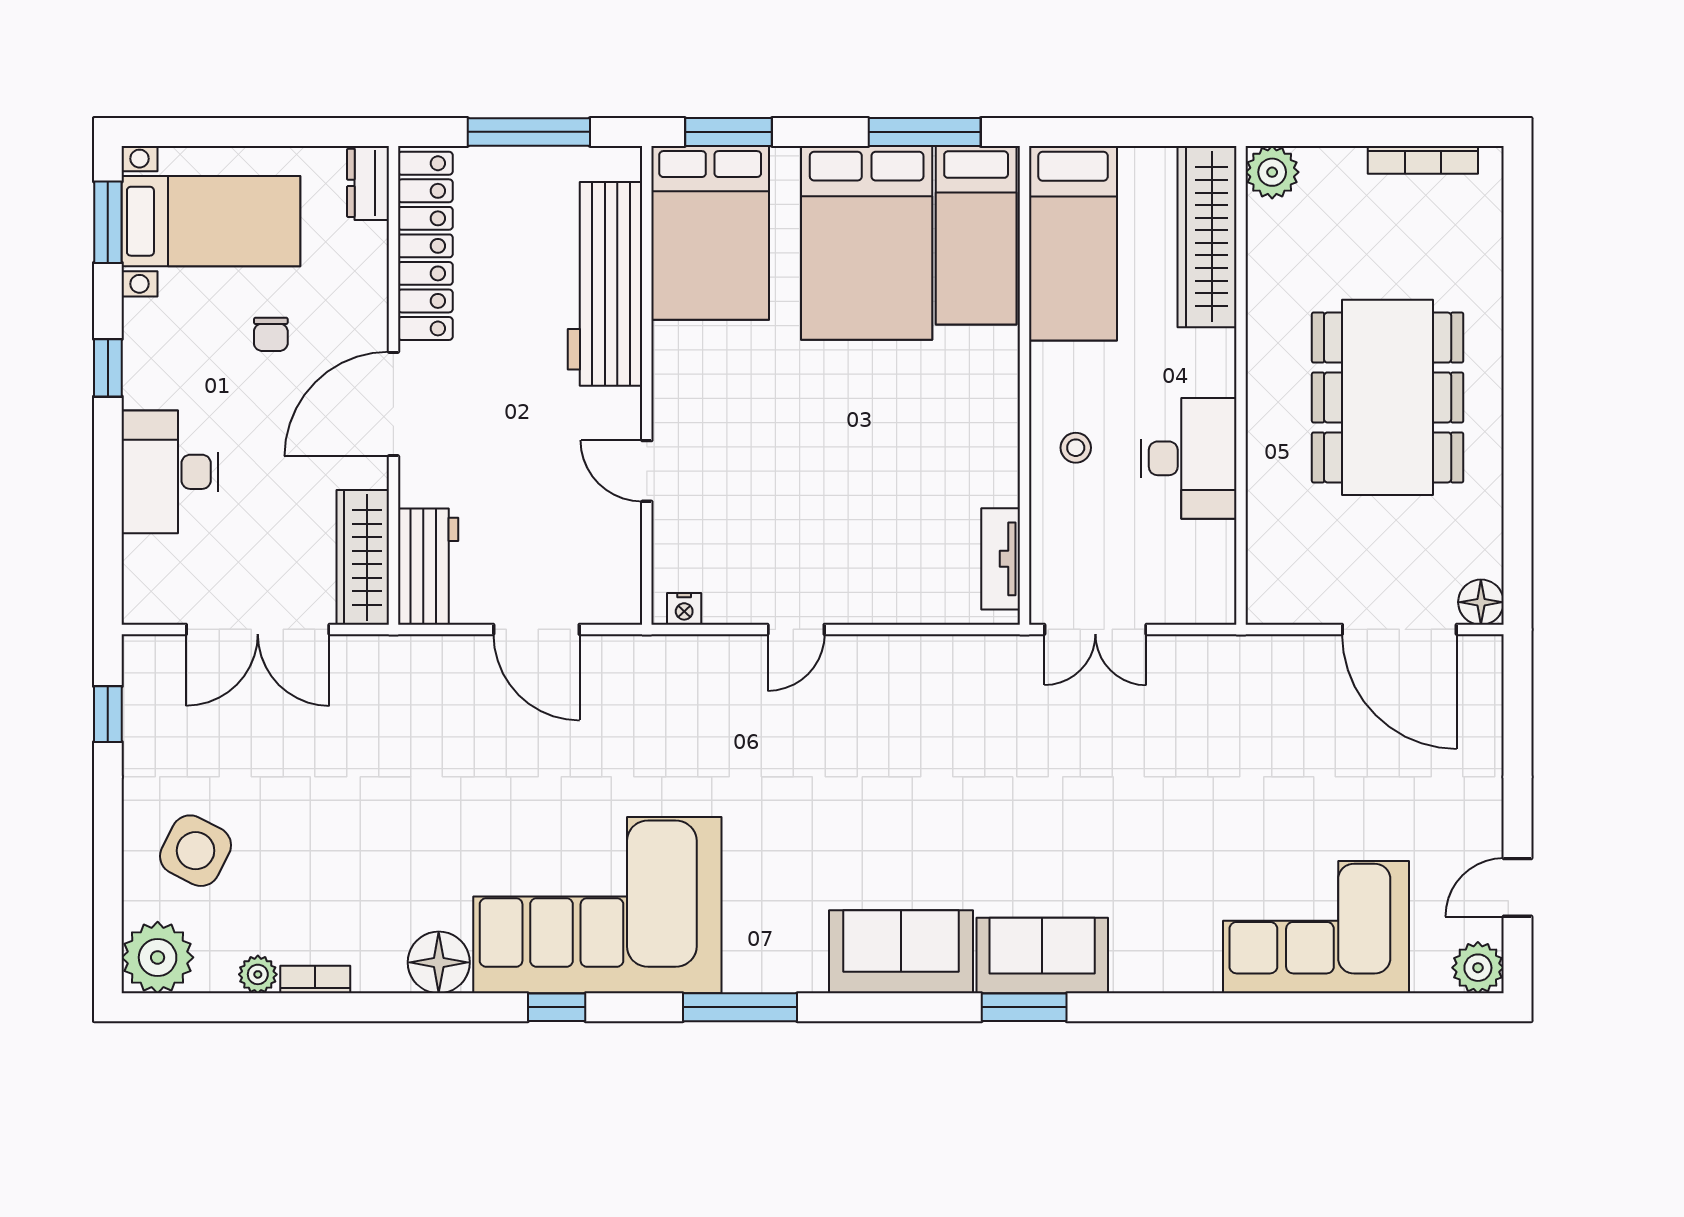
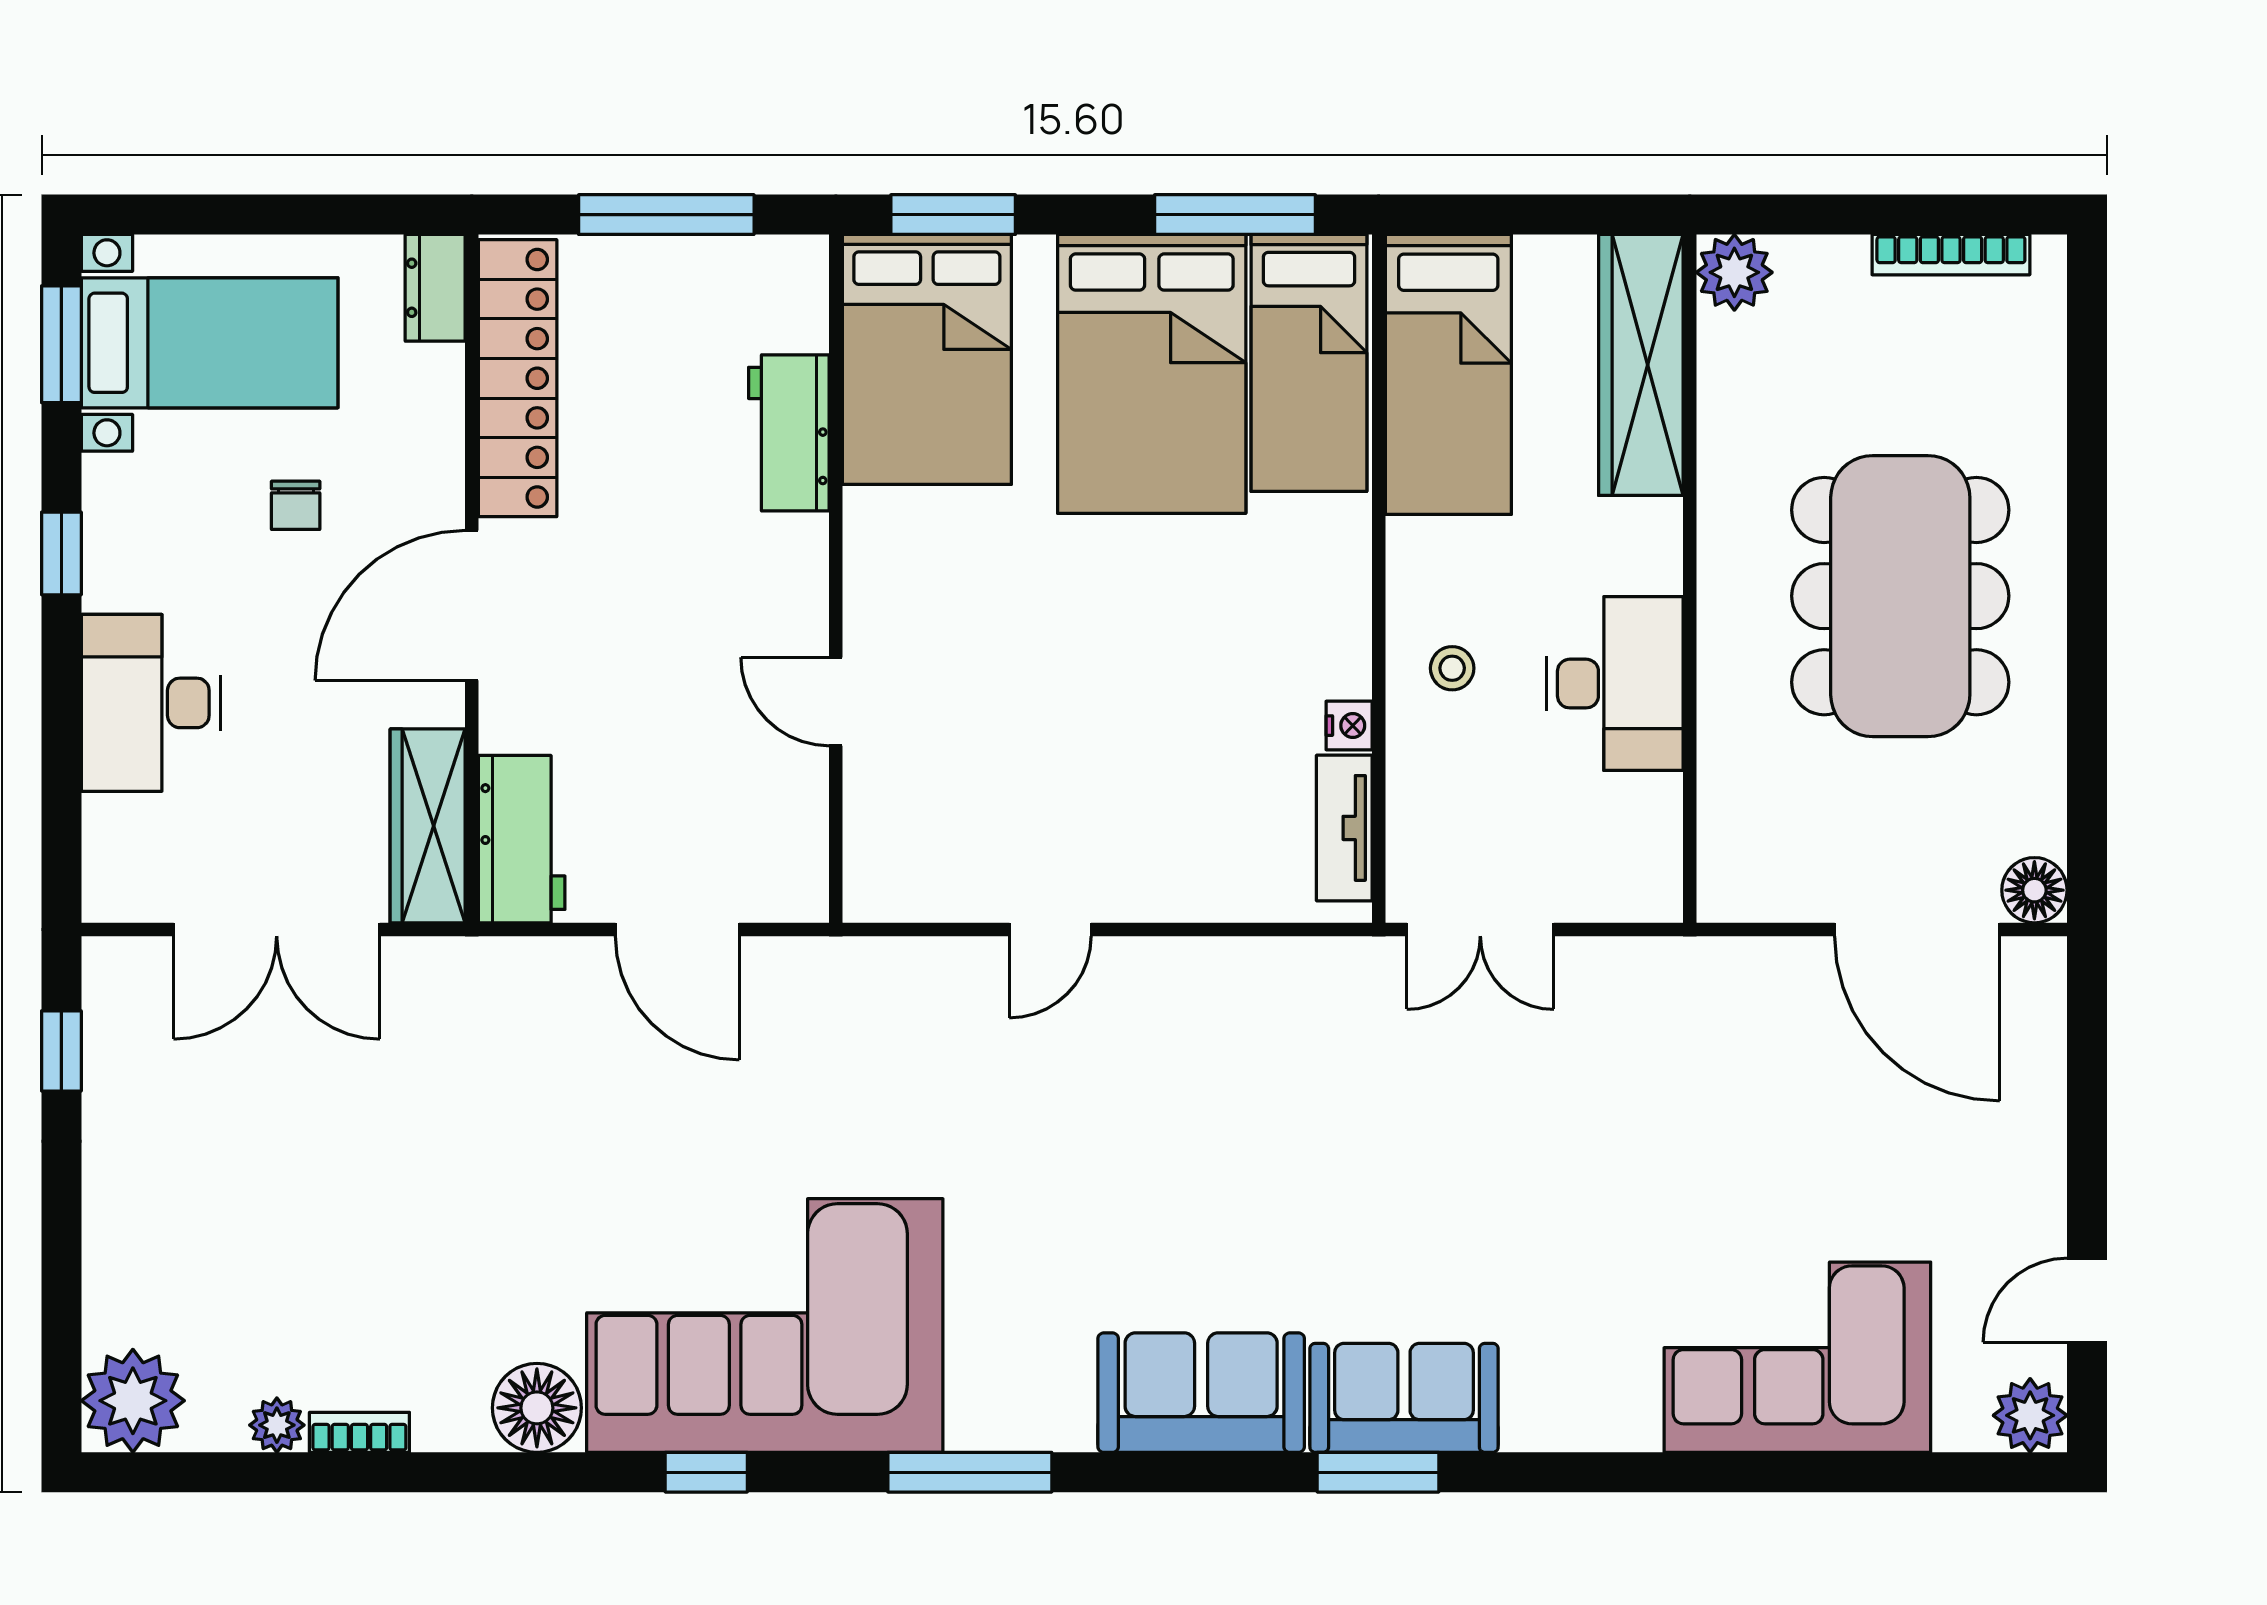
workbench: (605, 284) -> (789, 433), width x0.53, depth x0.76
nightstand: (684, 609) -> (1349, 726), moved, turned -90
side table: (196, 851) -> (187, 1247), removed

